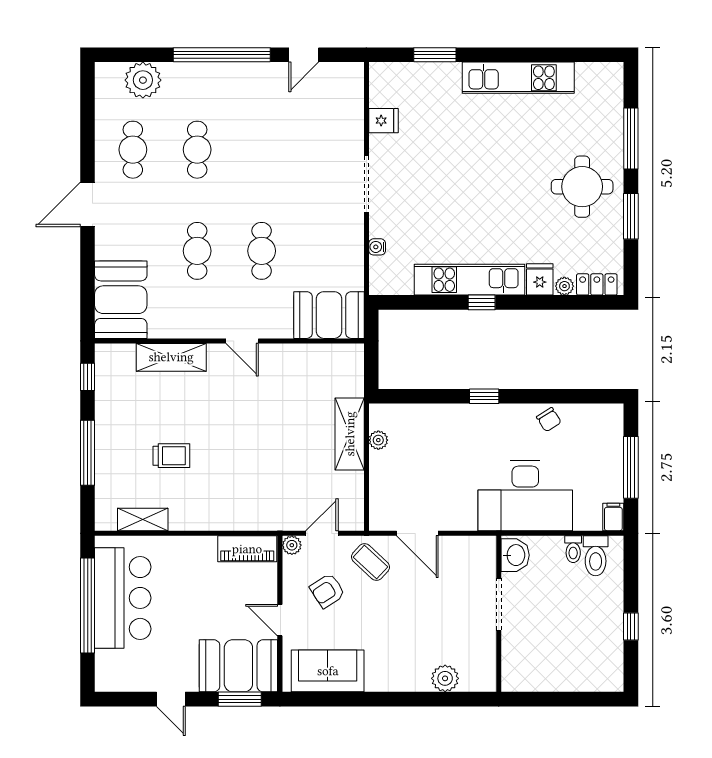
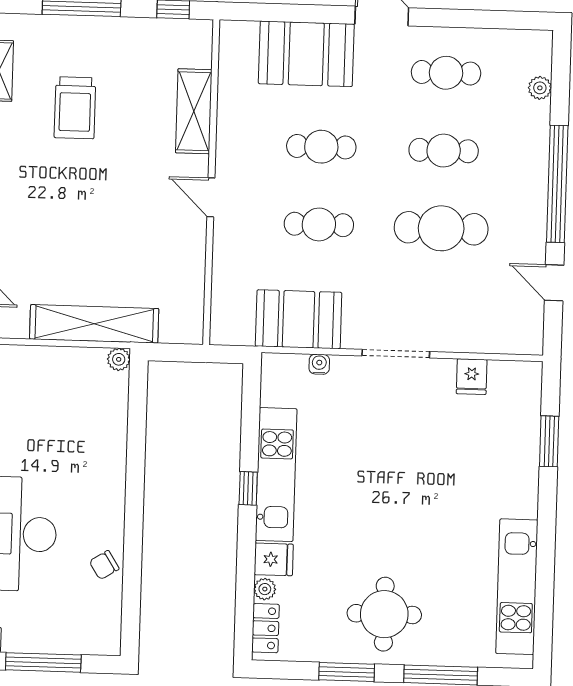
kitchen unit: (518, 78) -> (517, 587), moved
plant: (143, 80) -> (540, 88), width x0.53, depth x0.53
cafe table: (262, 150) -> (441, 228), added
booth: (121, 300) -> (306, 54), moved
booth: (329, 315) -> (299, 319), moved, turned 90
door: (242, 341) -> (211, 197), hinge flipped
window: (484, 396) -> (135, 488), removed
shelving: (350, 434) -> (94, 324), width x1.47
plant: (378, 440) -> (119, 359), moved
trolley: (171, 456) -> (75, 108), width x1.36, depth x1.39

